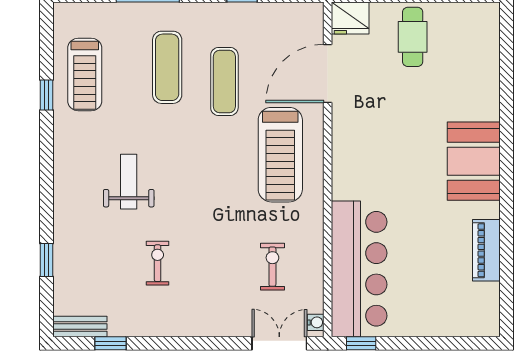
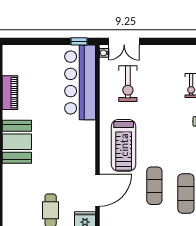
treadmill: (280, 155) -> (124, 145), turned 180
exercise bike: (272, 267) -> (128, 84), width x1.38, depth x1.39

